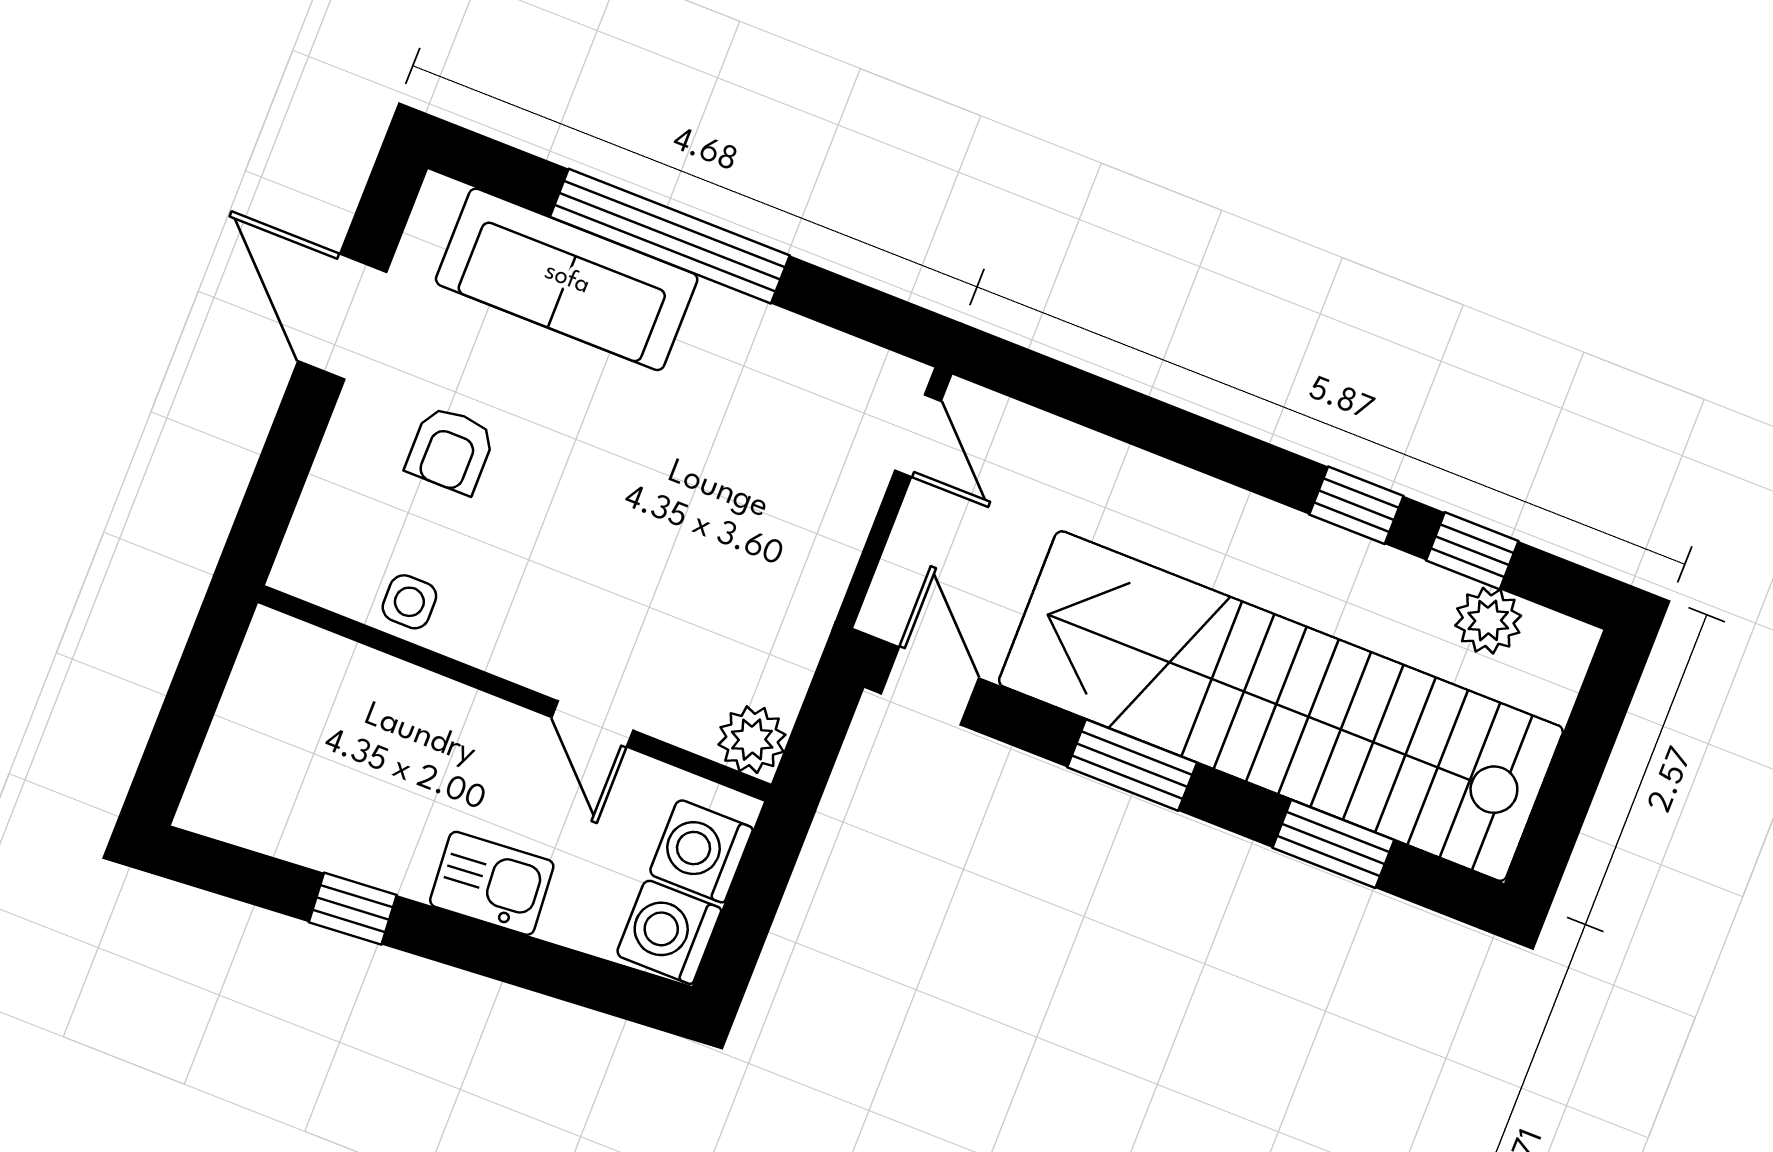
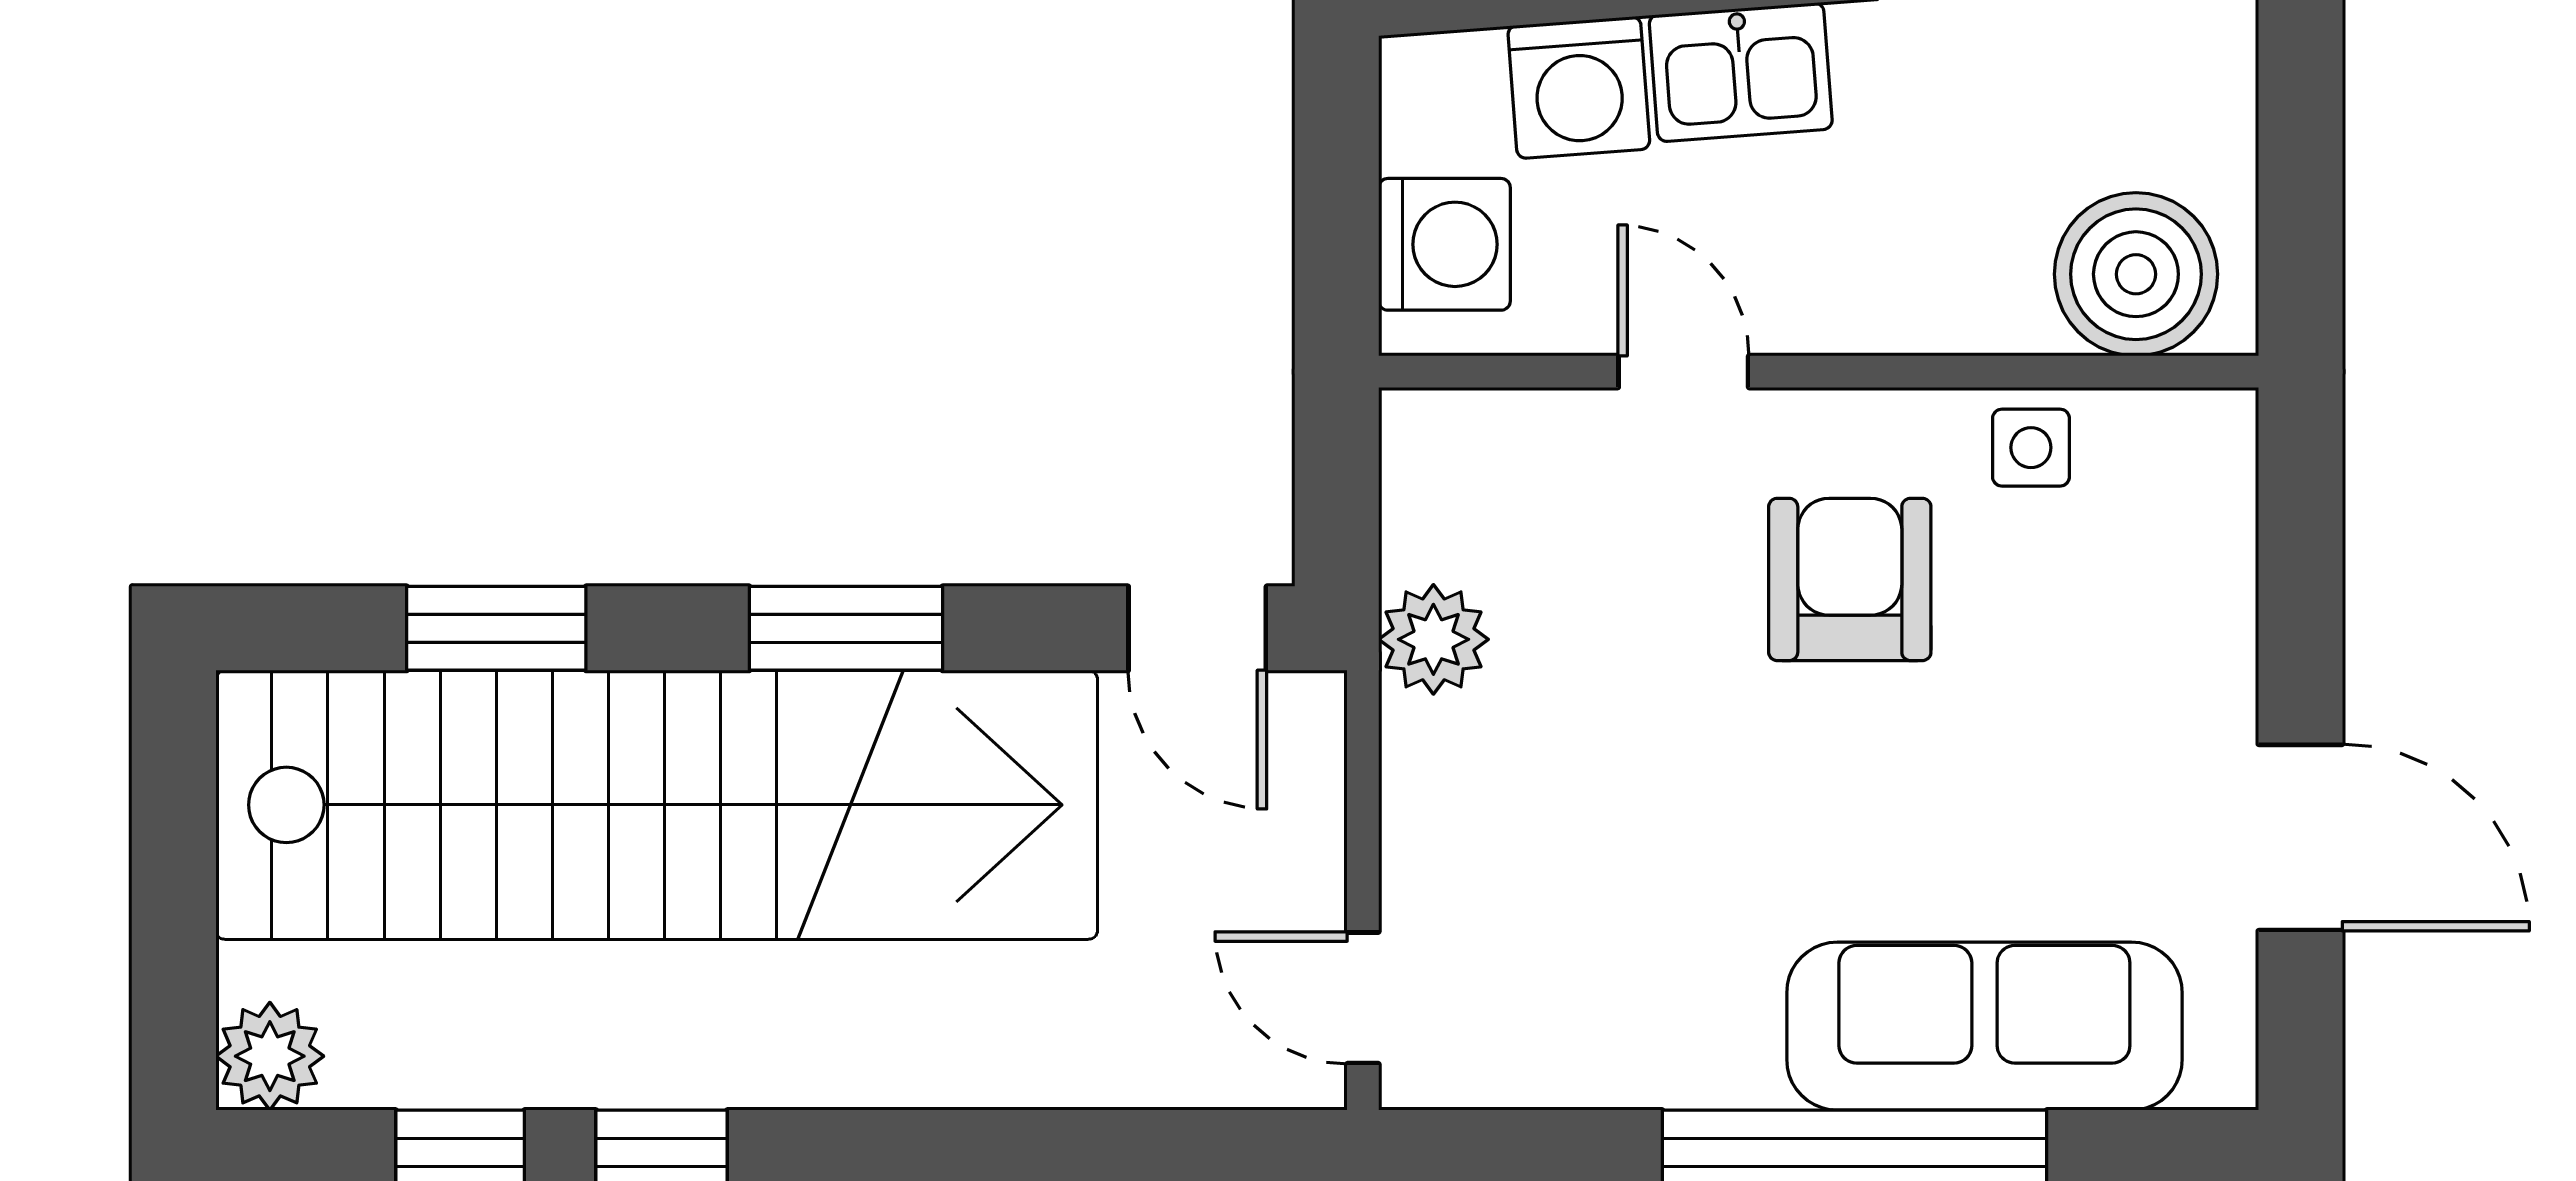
armchair: (451, 450) -> (1850, 579), moved, width x1.38, depth x1.38
plant: (1488, 621) -> (270, 1056), moved
boiler: (310, 678) -> (2136, 274), added
plant: (752, 740) -> (1433, 639), moved
washing machine: (669, 932) -> (1579, 87), moved, turned 86

